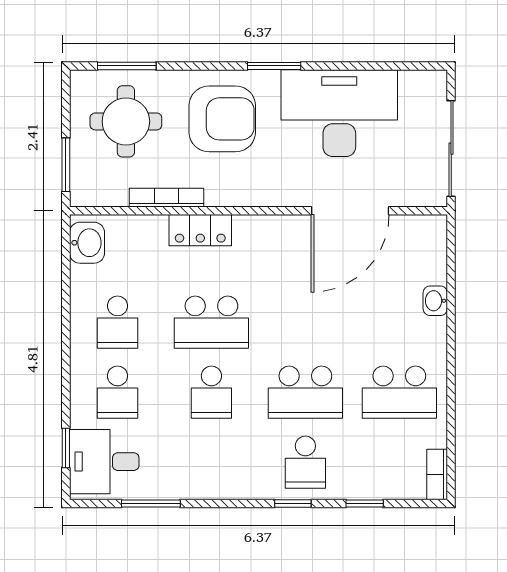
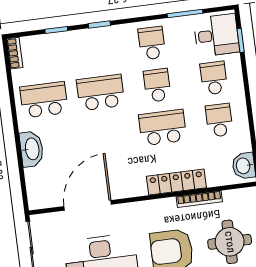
locker: (200, 230) -> (176, 182), width x1.53
washbasin: (435, 301) -> (32, 149), width x1.91, depth x1.45
school desk: (305, 462) -> (152, 43), moved

